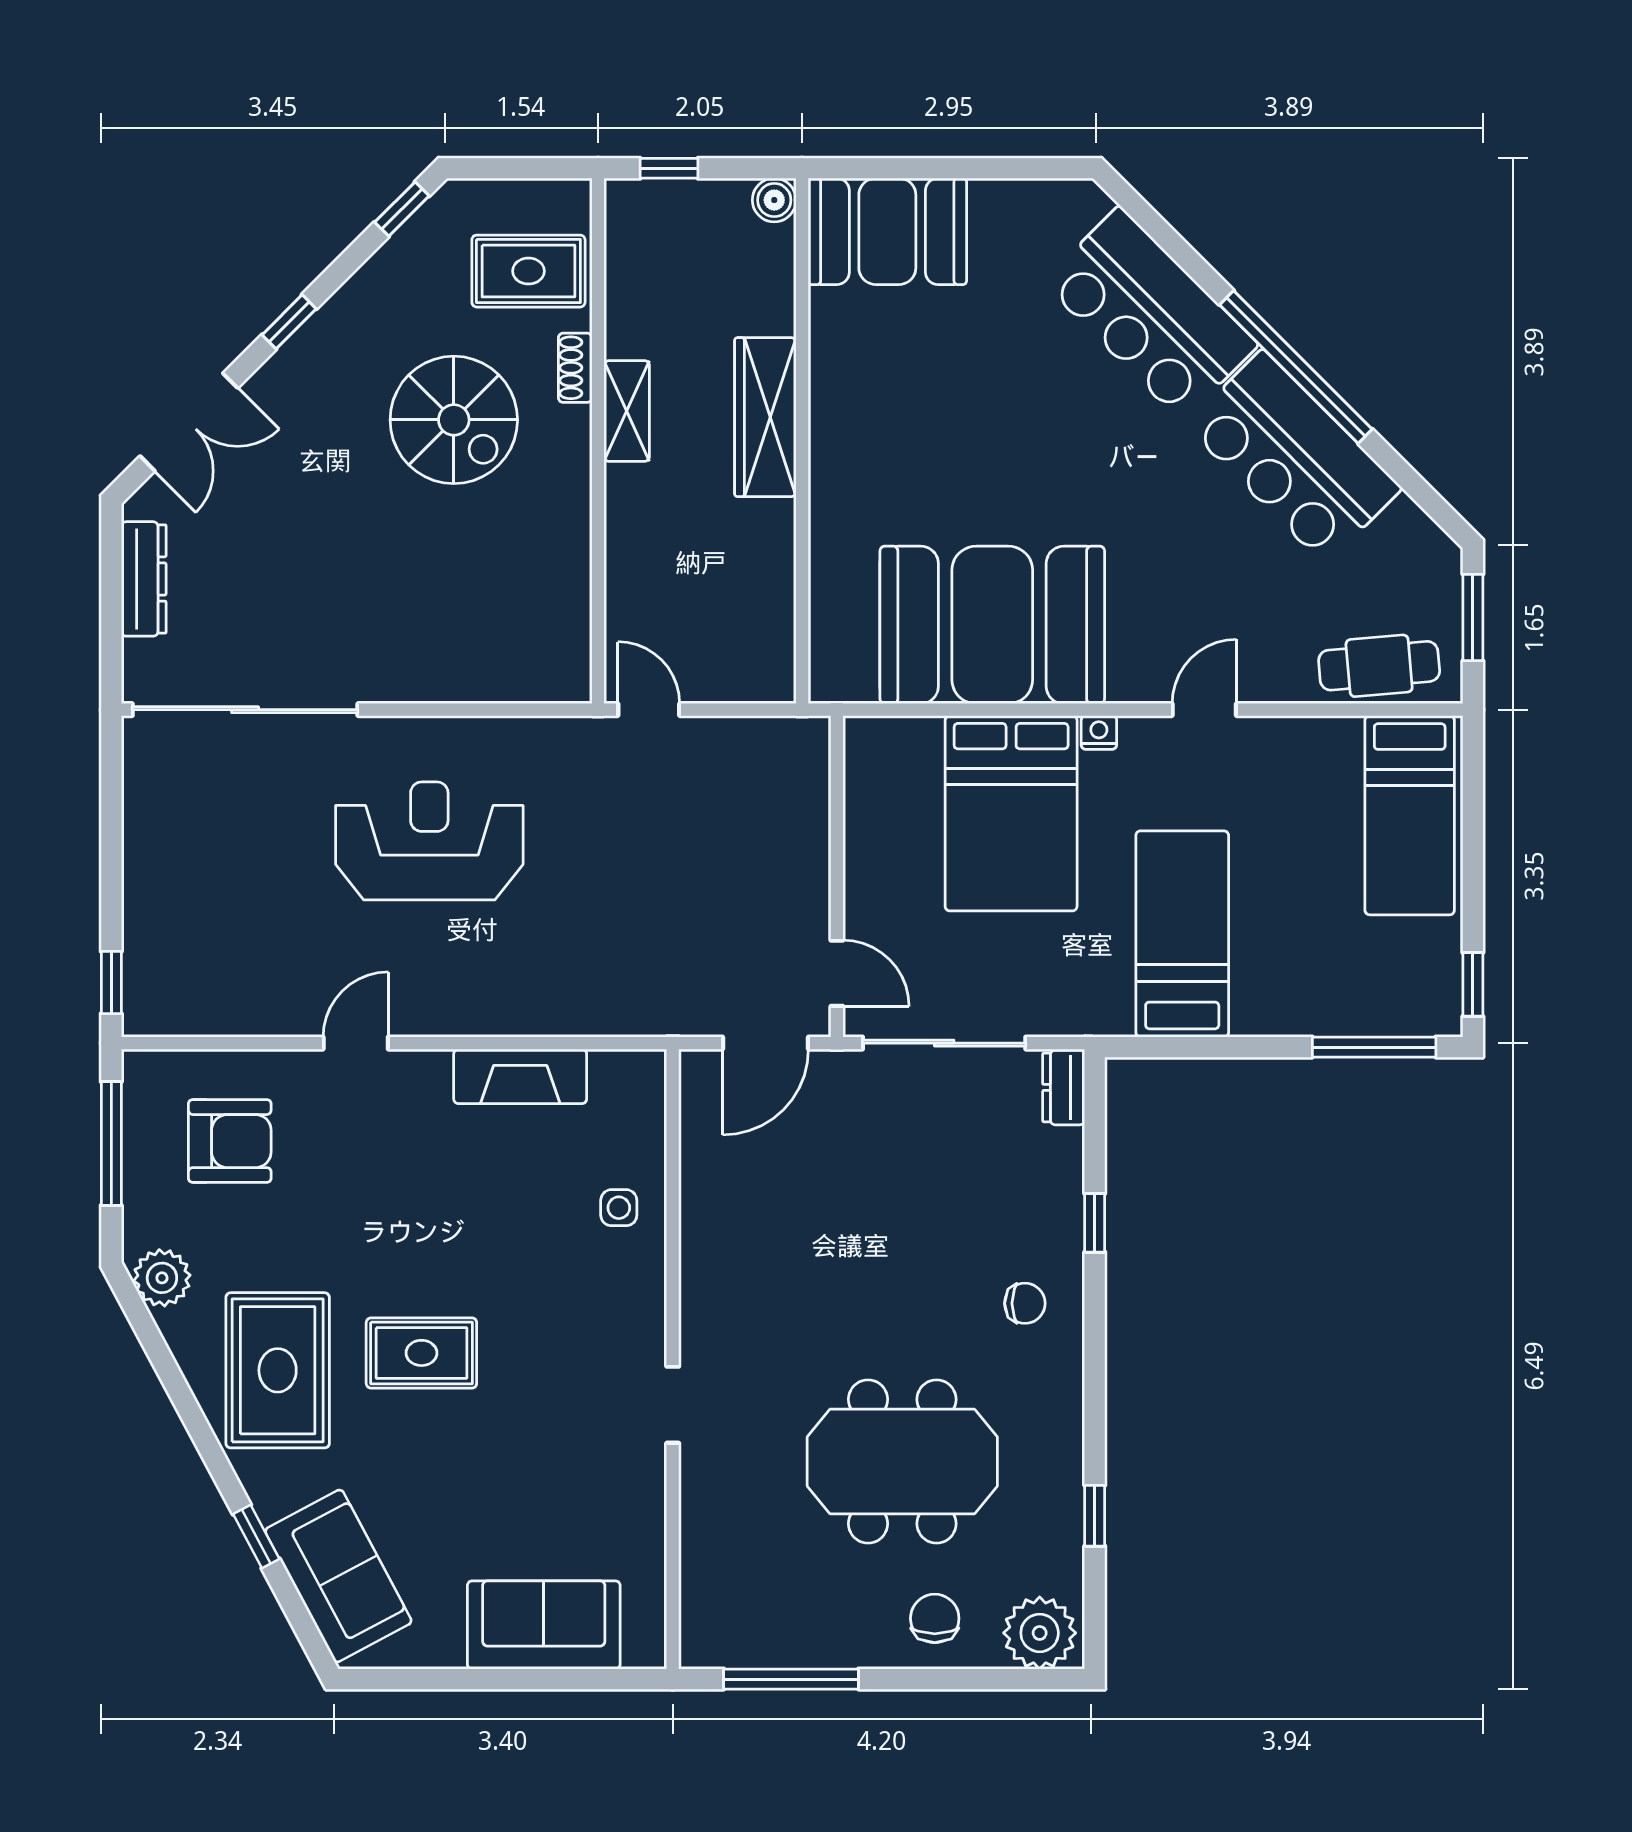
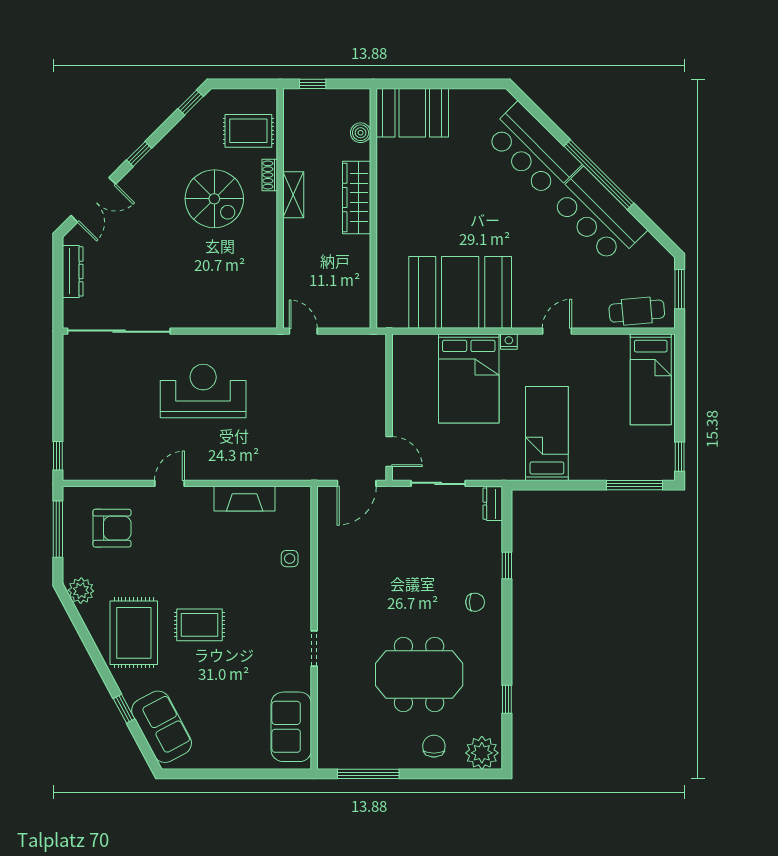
boiler: (774, 200) -> (361, 133), moved
sliding door: (944, 1043) -> (438, 483), width x0.73
sofa: (544, 1625) -> (291, 727), moved, turned -90

